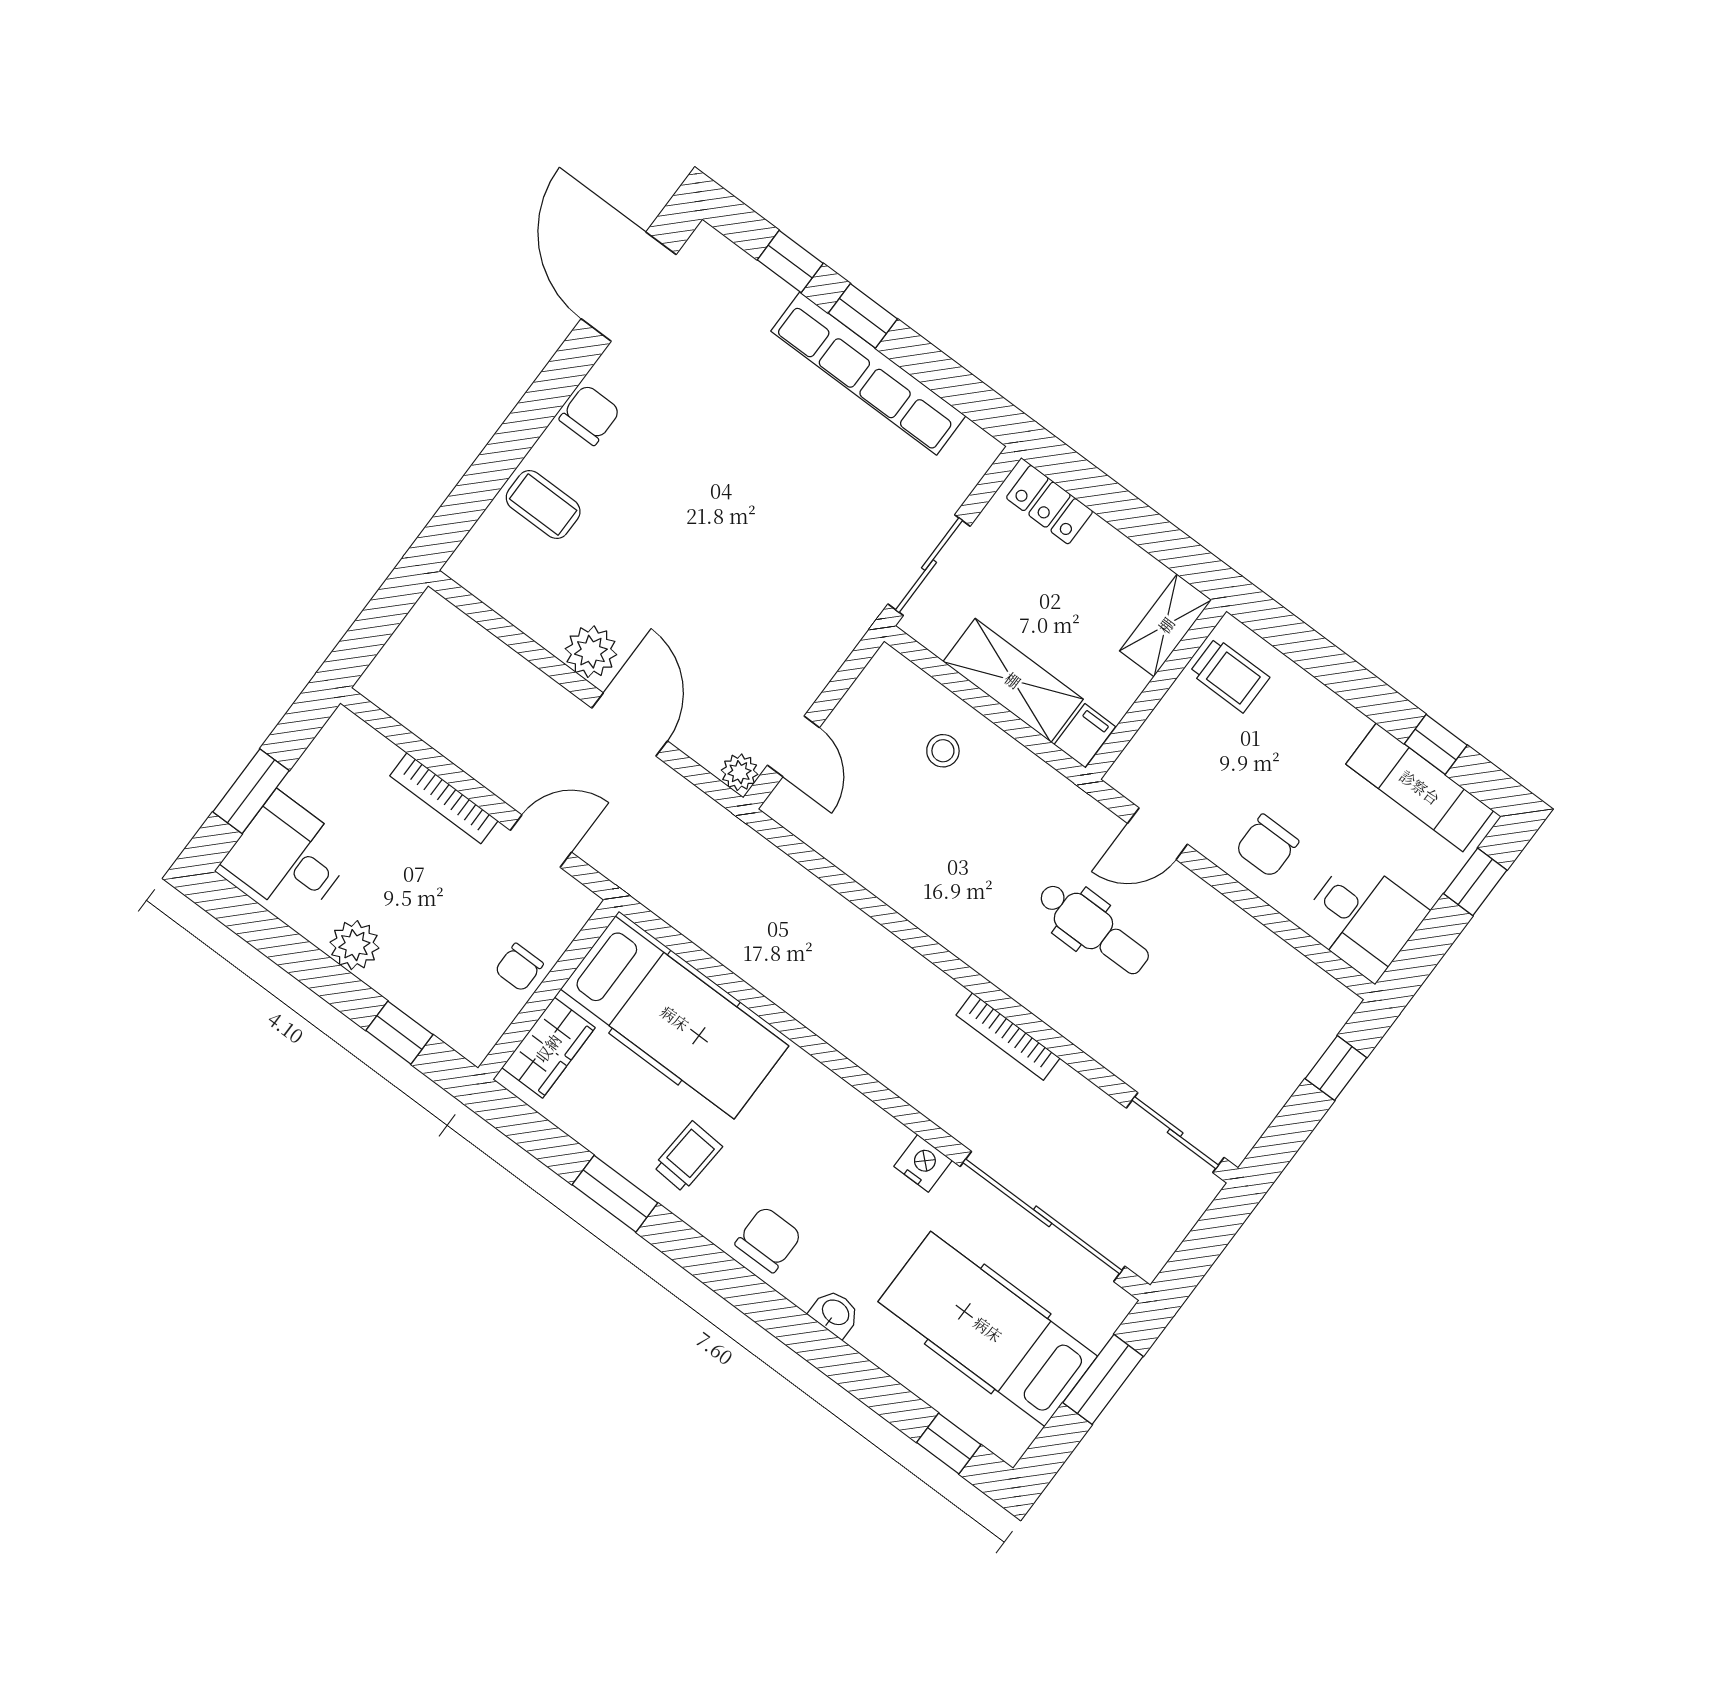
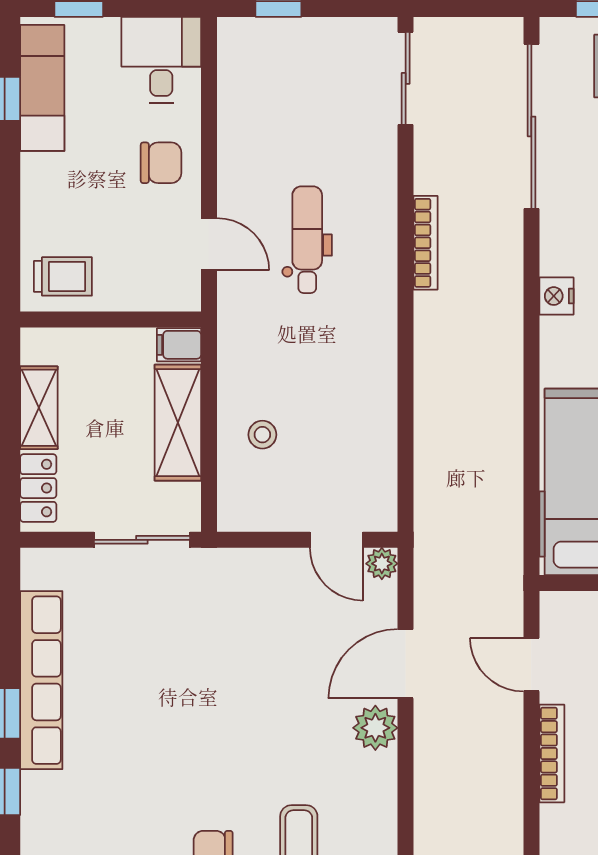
shelving: (1166, 625) -> (39, 408), moved, turned 90
trolley: (1230, 675) -> (63, 276), turned 90
door: (793, 746) -> (336, 540), swing flipped
nightstand: (923, 1163) -> (556, 296), moved

